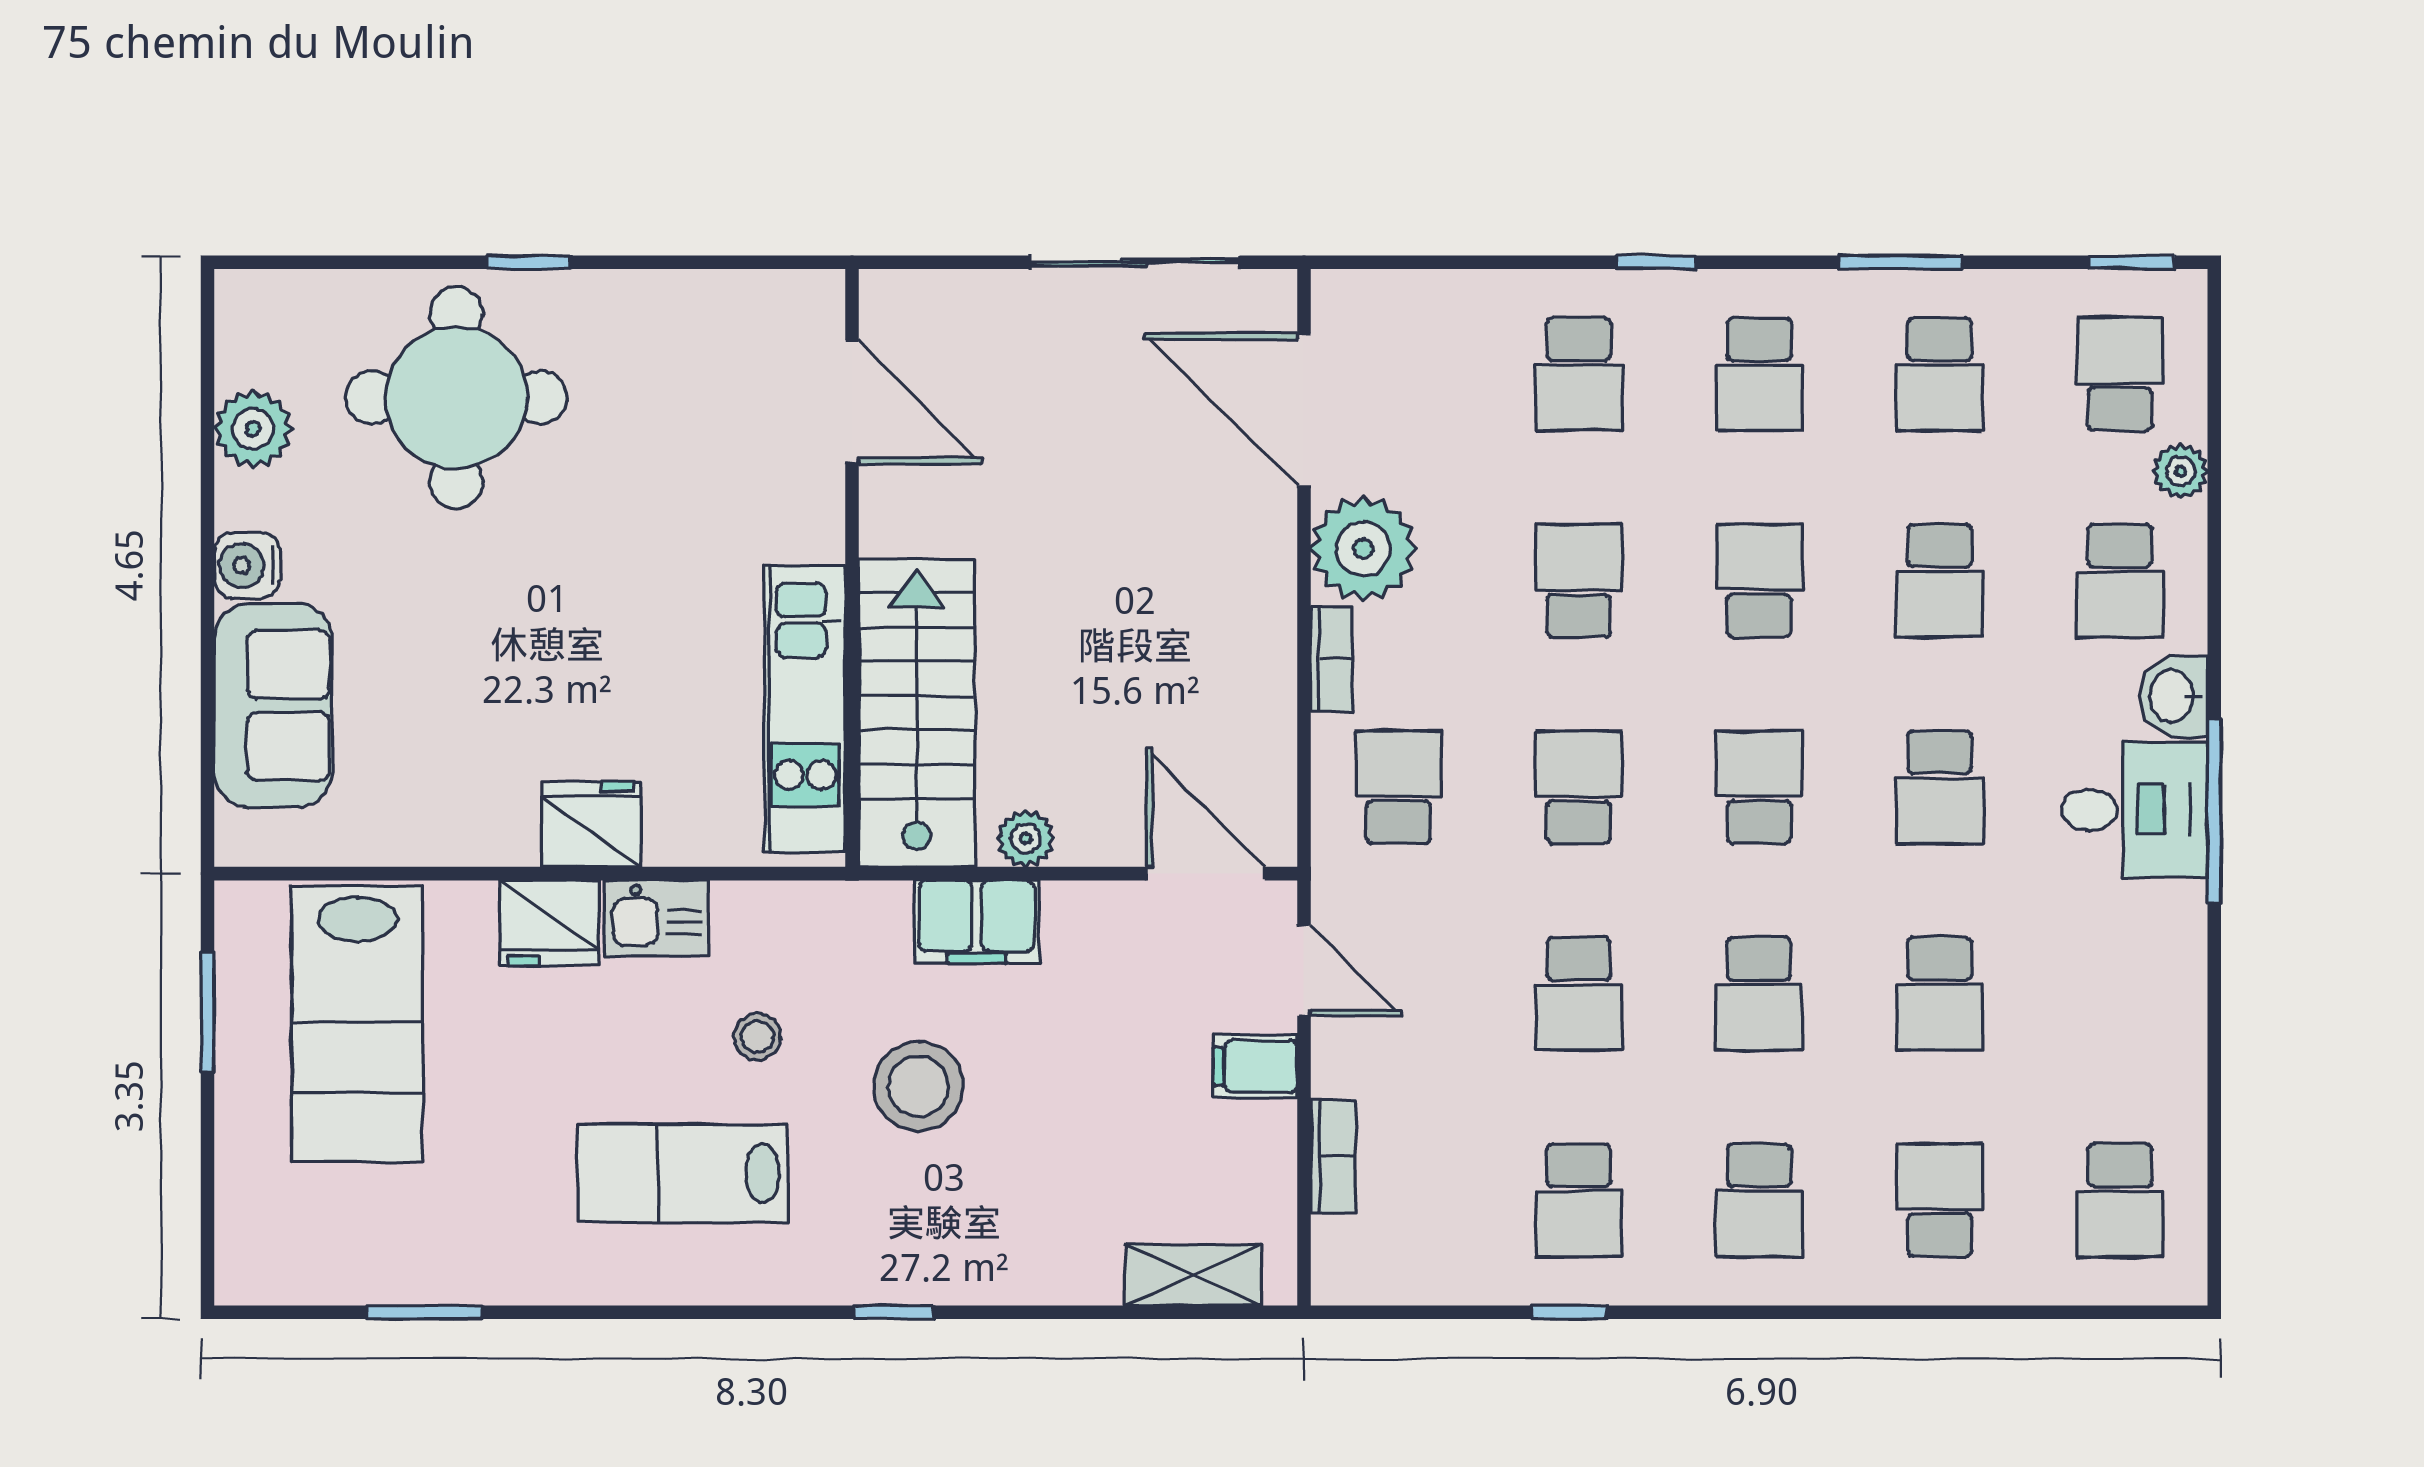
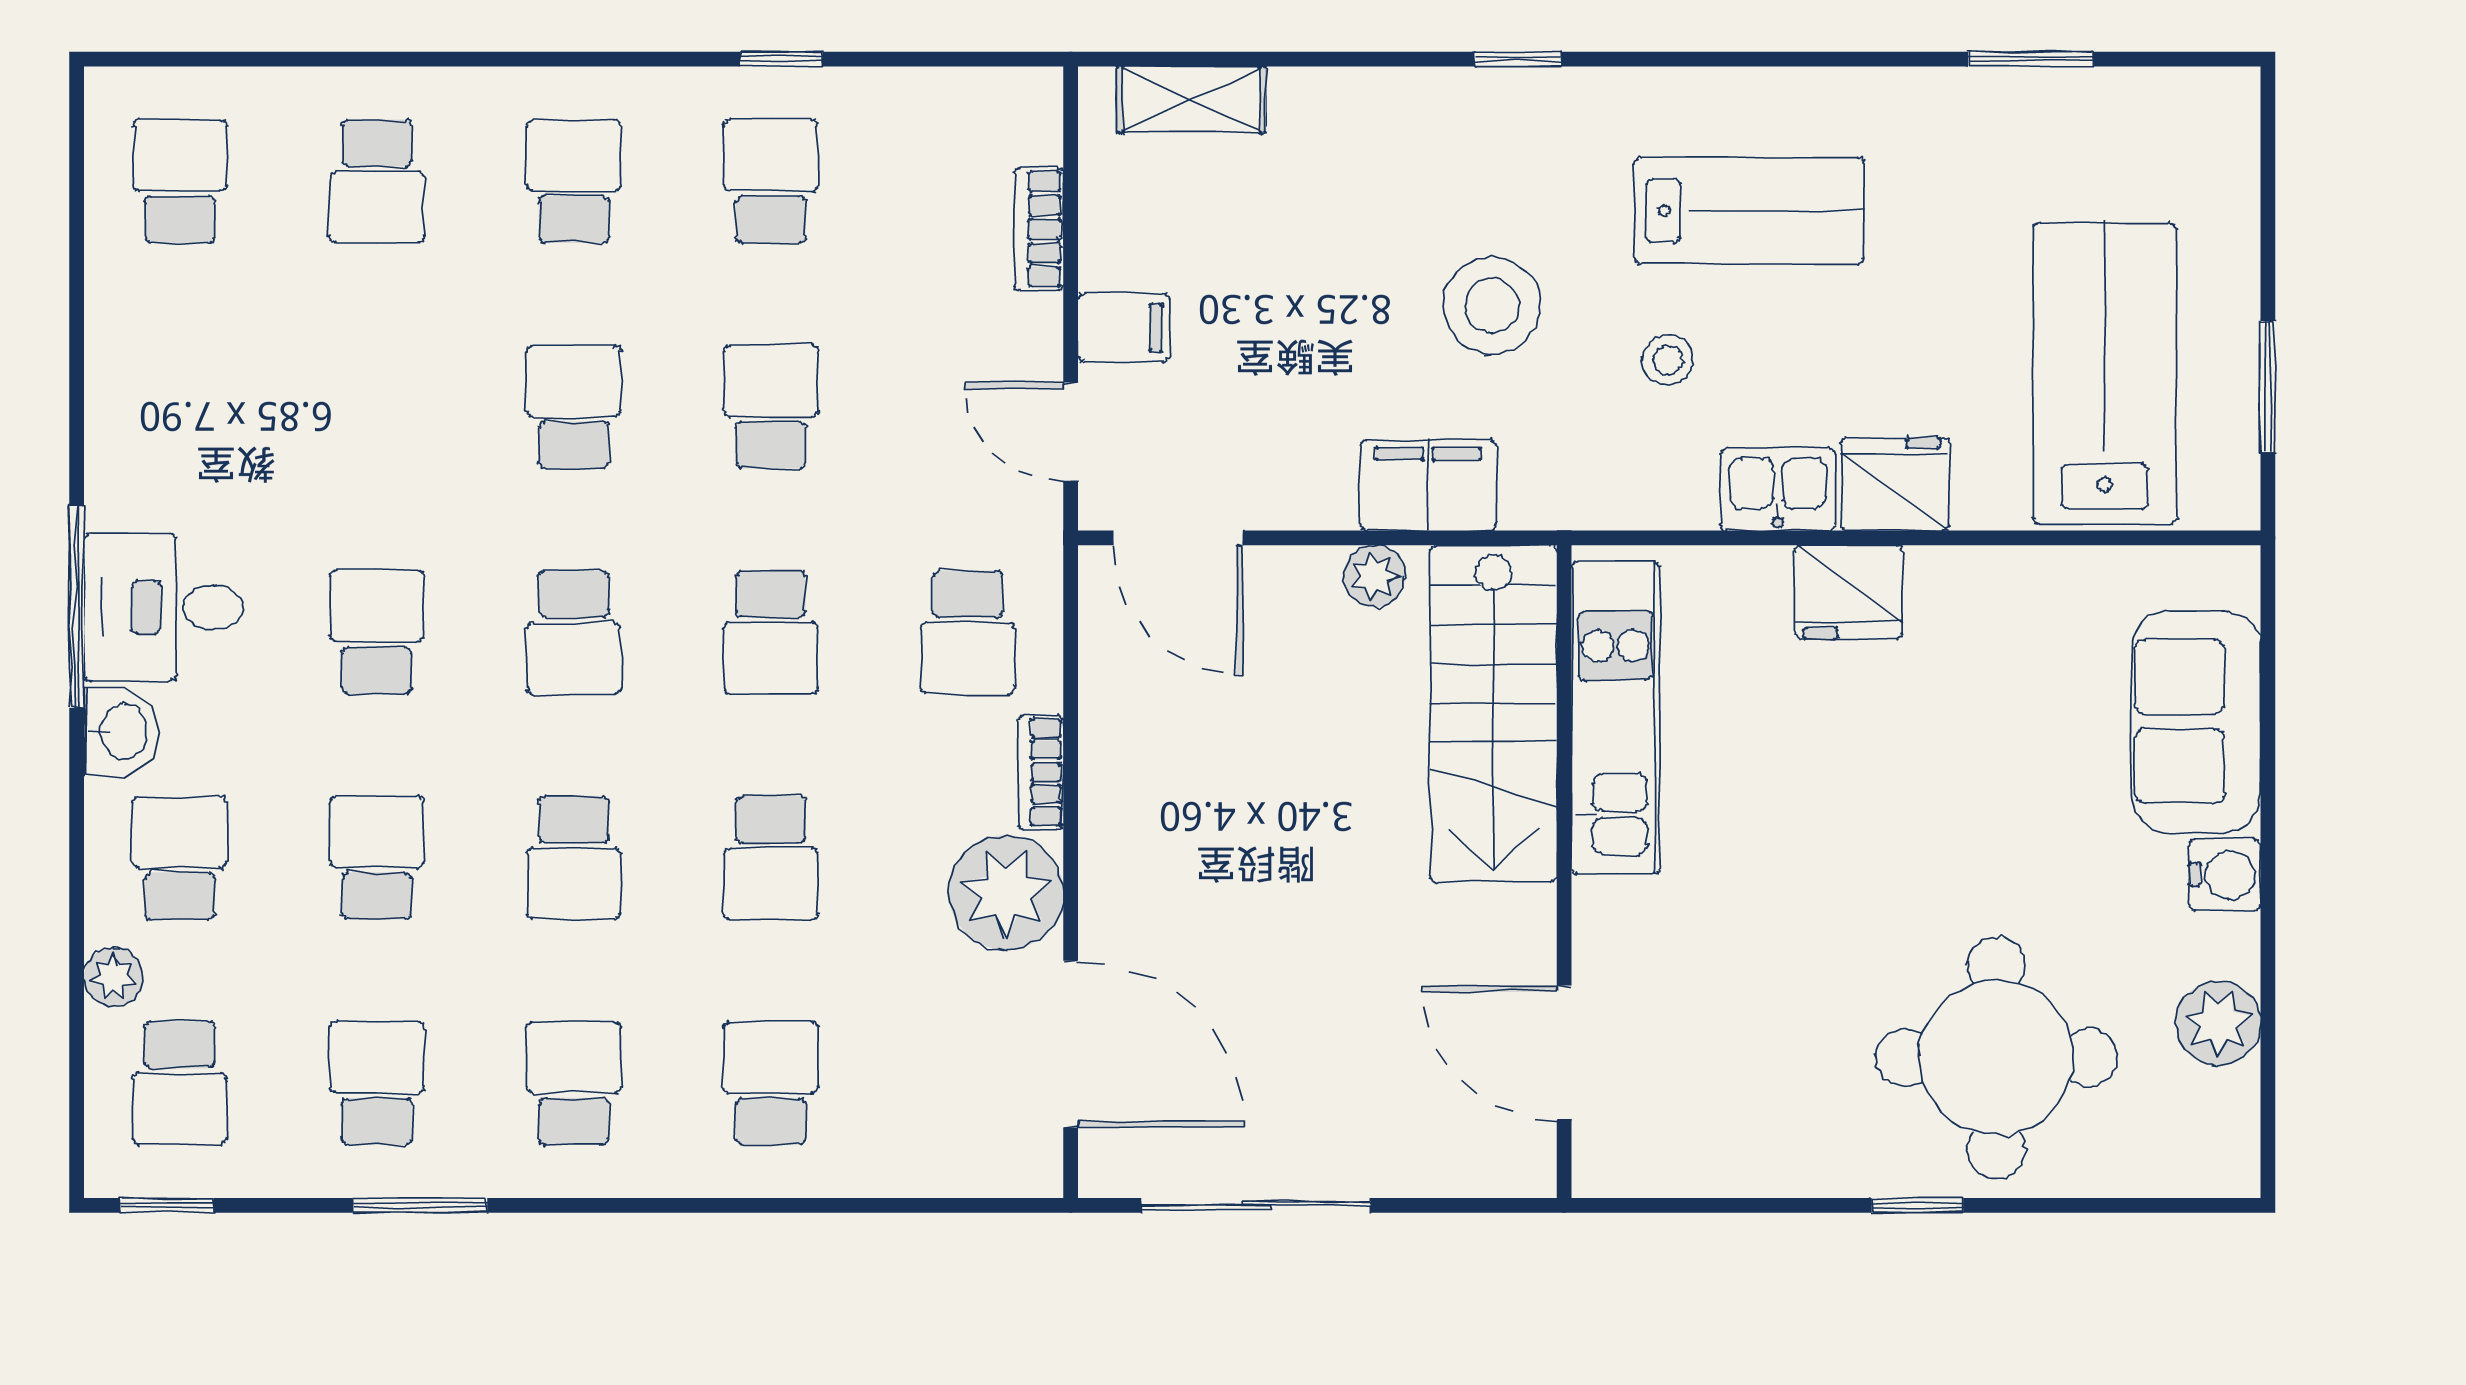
window: (1656, 262) -> (686, 1205), removed
school desk: (1940, 994) -> (377, 407), removed

